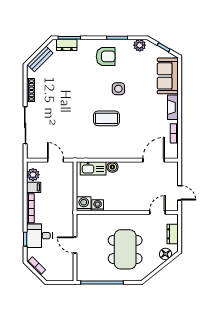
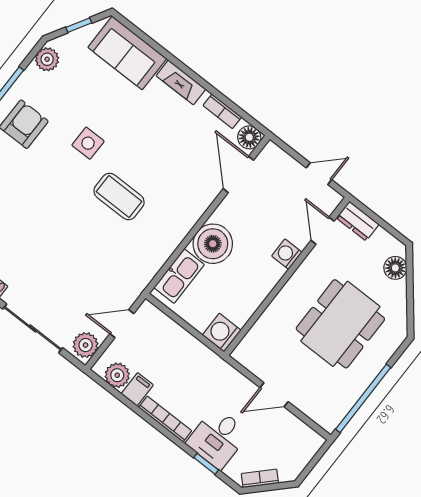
coffee table: (106, 118) -> (119, 197), turned 90
plant: (35, 152) -> (86, 345), added
floor lamp: (172, 153) -> (249, 137), added
boiler: (112, 167) -> (213, 244), width x1.86, depth x1.86
washing machine: (98, 205) -> (287, 254), moved
dresser: (173, 234) -> (358, 221), moved
dining table: (125, 249) -> (340, 324), turned 90

